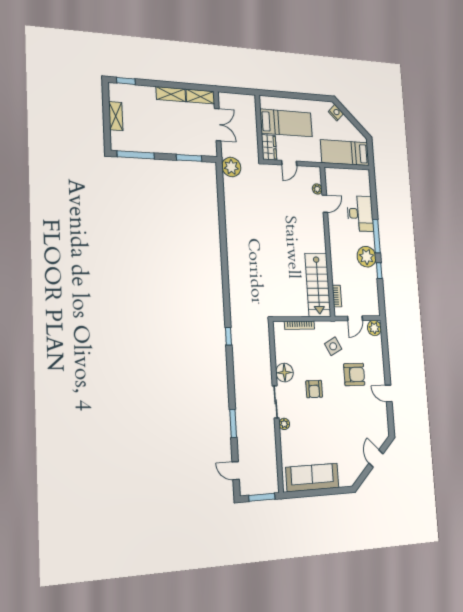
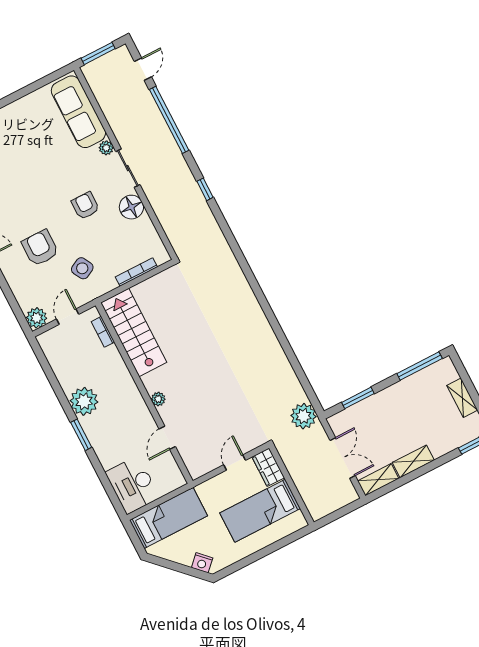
double door: (218, 125) -> (343, 458), swing flipped
plant: (317, 189) -> (158, 399), moved
desk: (360, 214) -> (133, 485), moved
window: (377, 236) -> (81, 435), width x0.69
window: (379, 271) -> (60, 393), removed
window: (228, 336) -> (205, 189), moved
armchair: (354, 374) -> (40, 248), turned 90
window: (233, 423) -> (169, 120), width x2.11
door: (236, 471) -> (143, 69), hinge flipped
sofa: (312, 477) -> (78, 112), moved, turned 90

